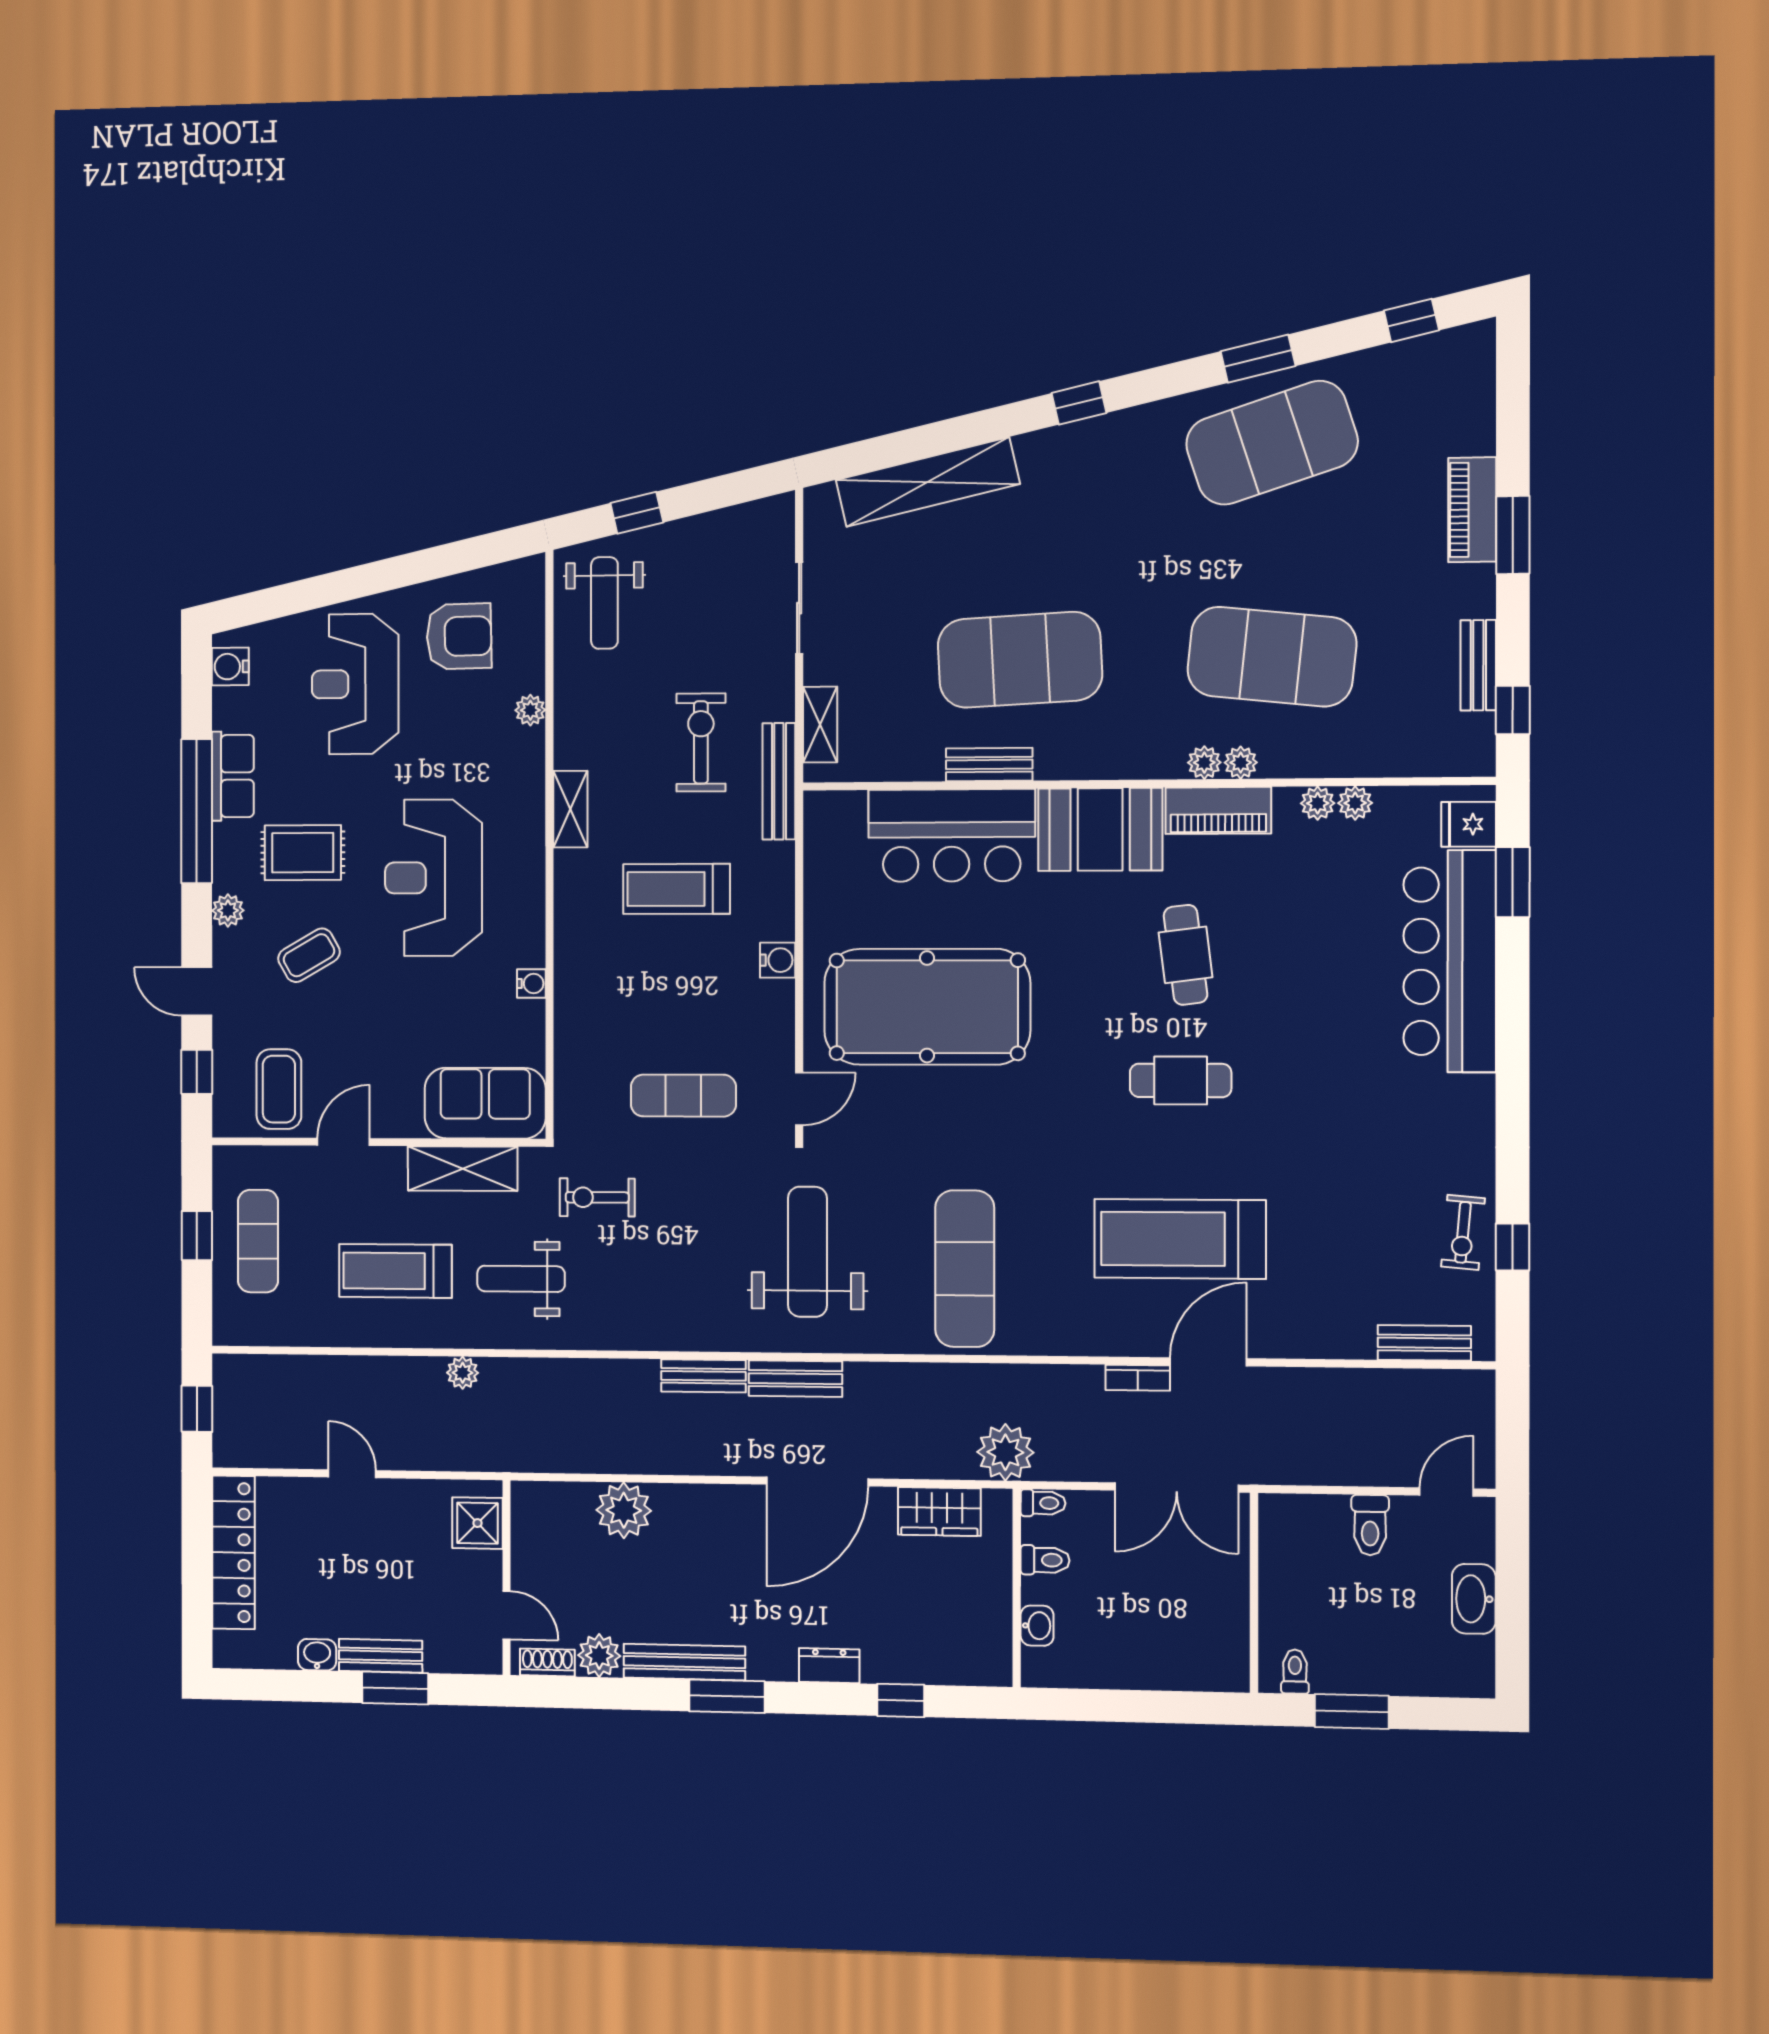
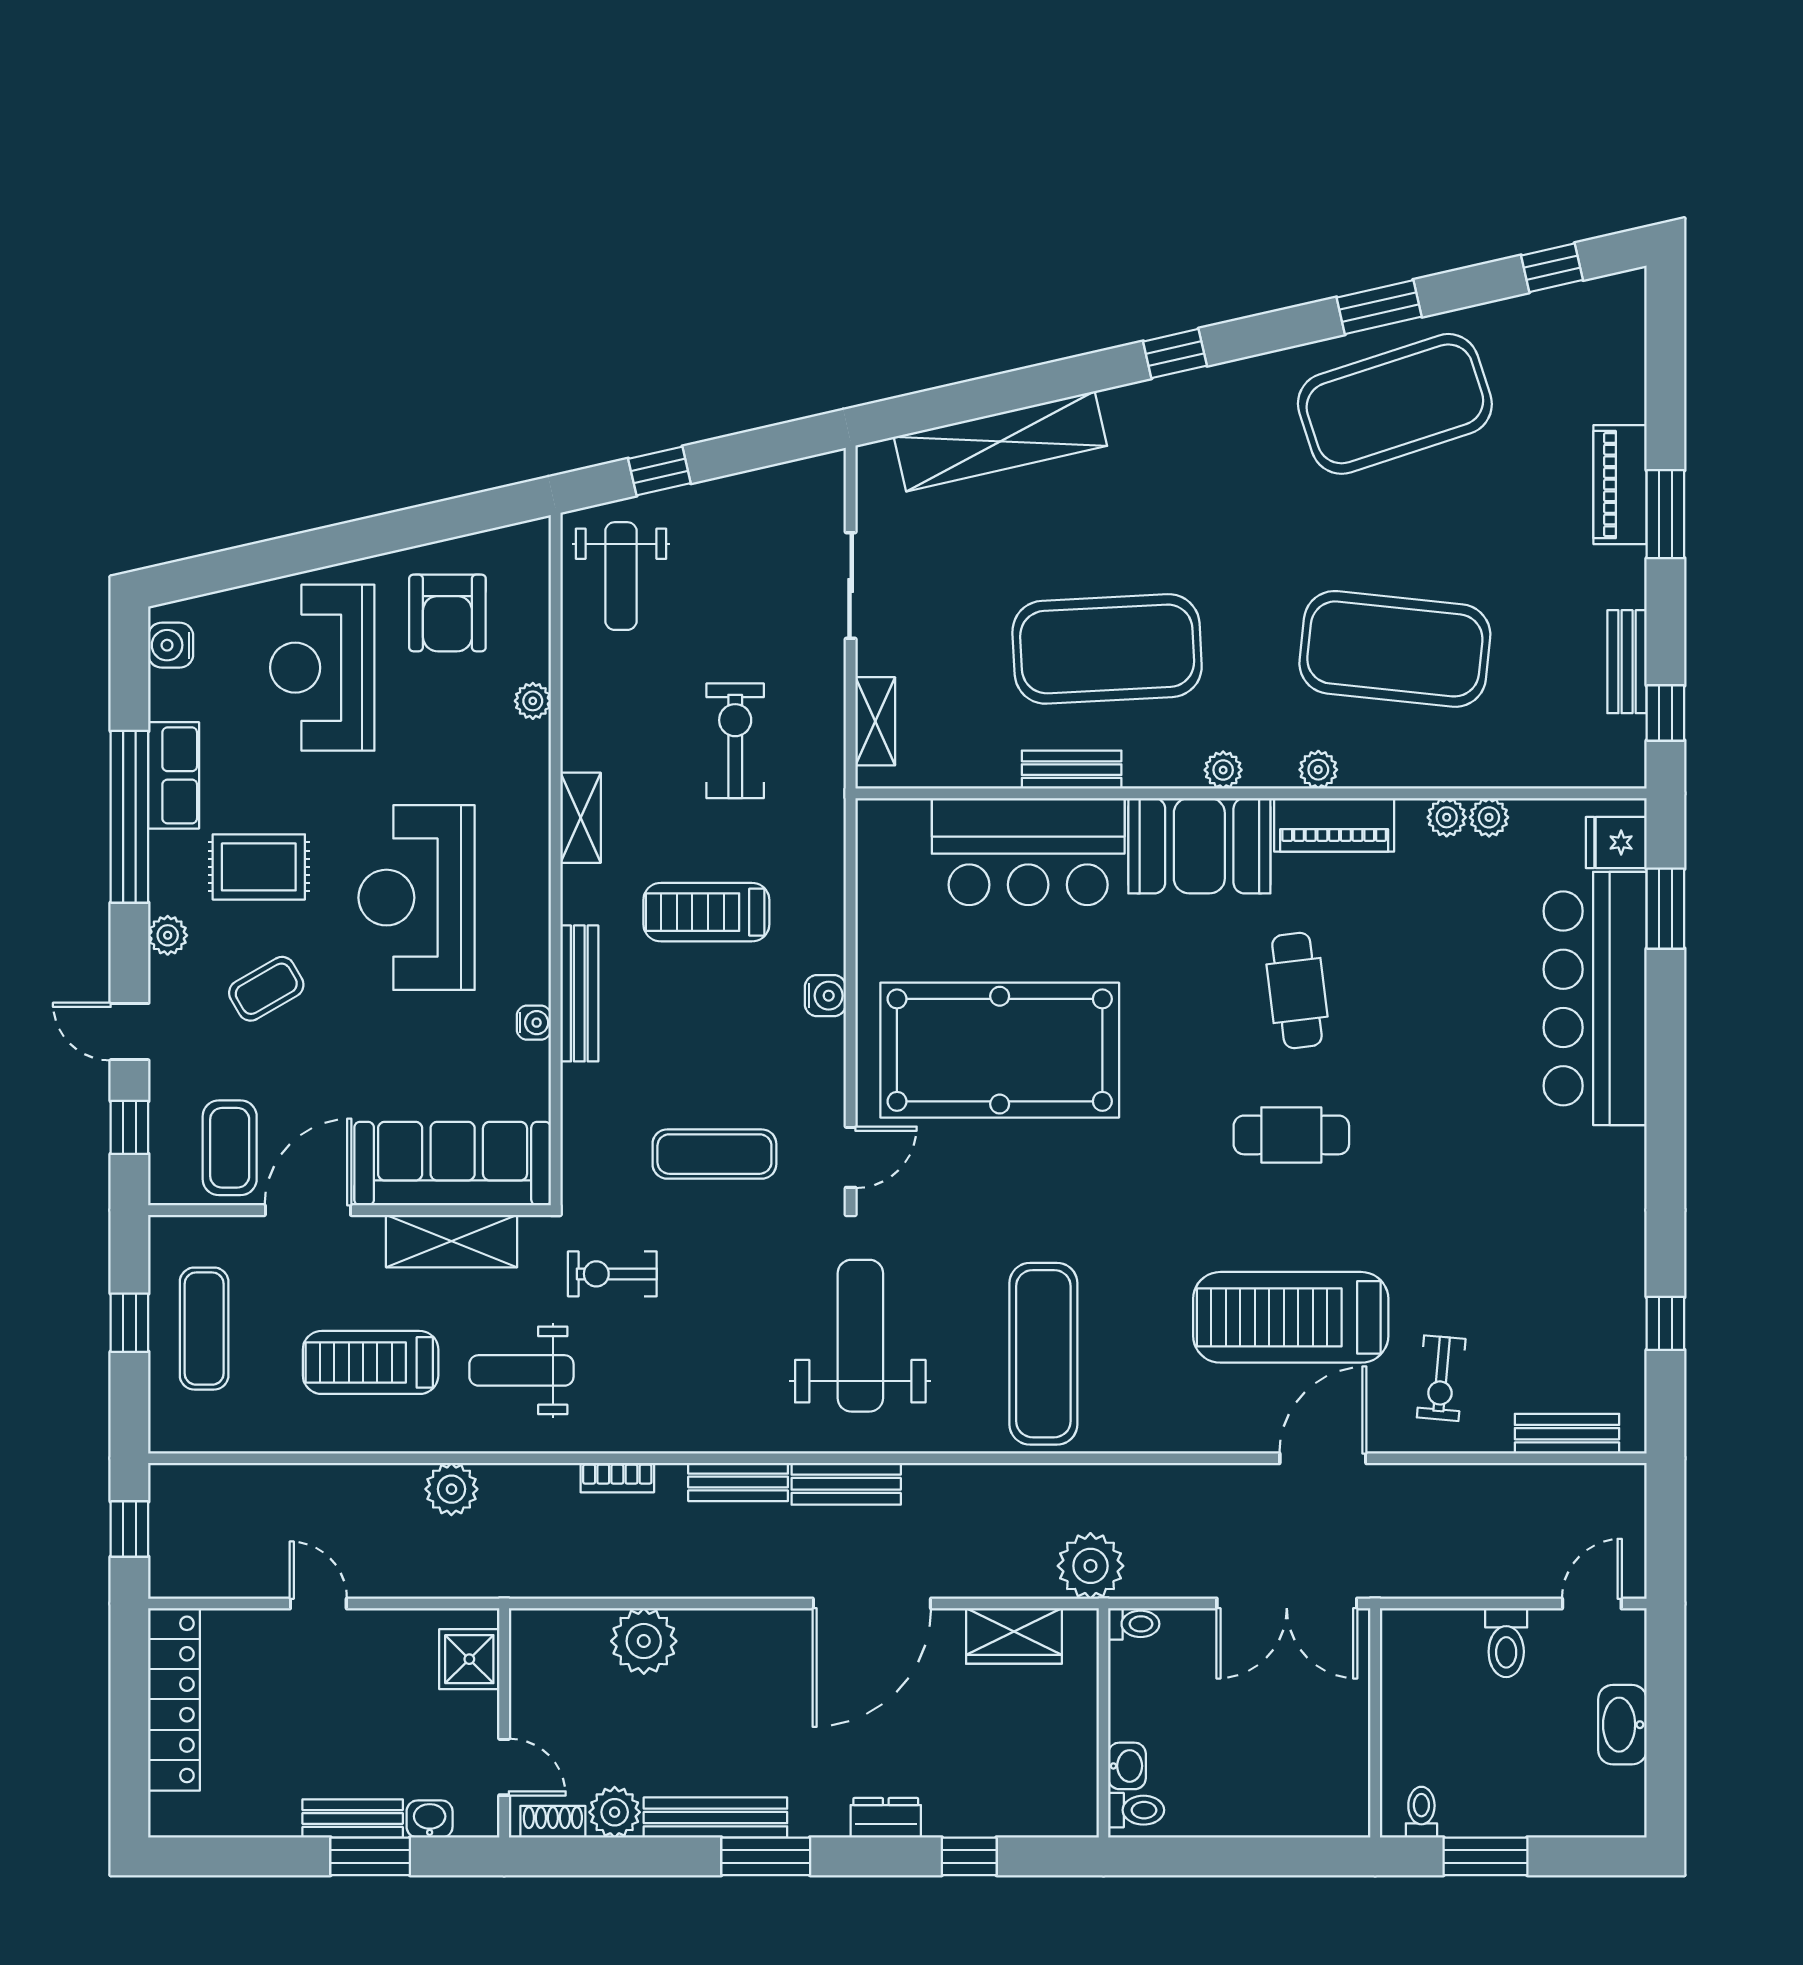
armchair: (459, 636) -> (447, 613), turned 91
plant: (1241, 763) -> (1223, 770), moved
bench: (779, 781) -> (579, 993), moved
sofa: (485, 1103) -> (453, 1164), width x1.36
door: (343, 1142) -> (308, 1210), width x1.38
exercise bike: (1463, 1232) -> (1441, 1378), moved
plant: (463, 1373) -> (451, 1489), width x1.38, depth x1.38
bookcase: (1138, 1378) -> (617, 1478), moved
toilet: (1045, 1560) -> (1136, 1810), moved
washbasin: (317, 1655) -> (430, 1819), moved

